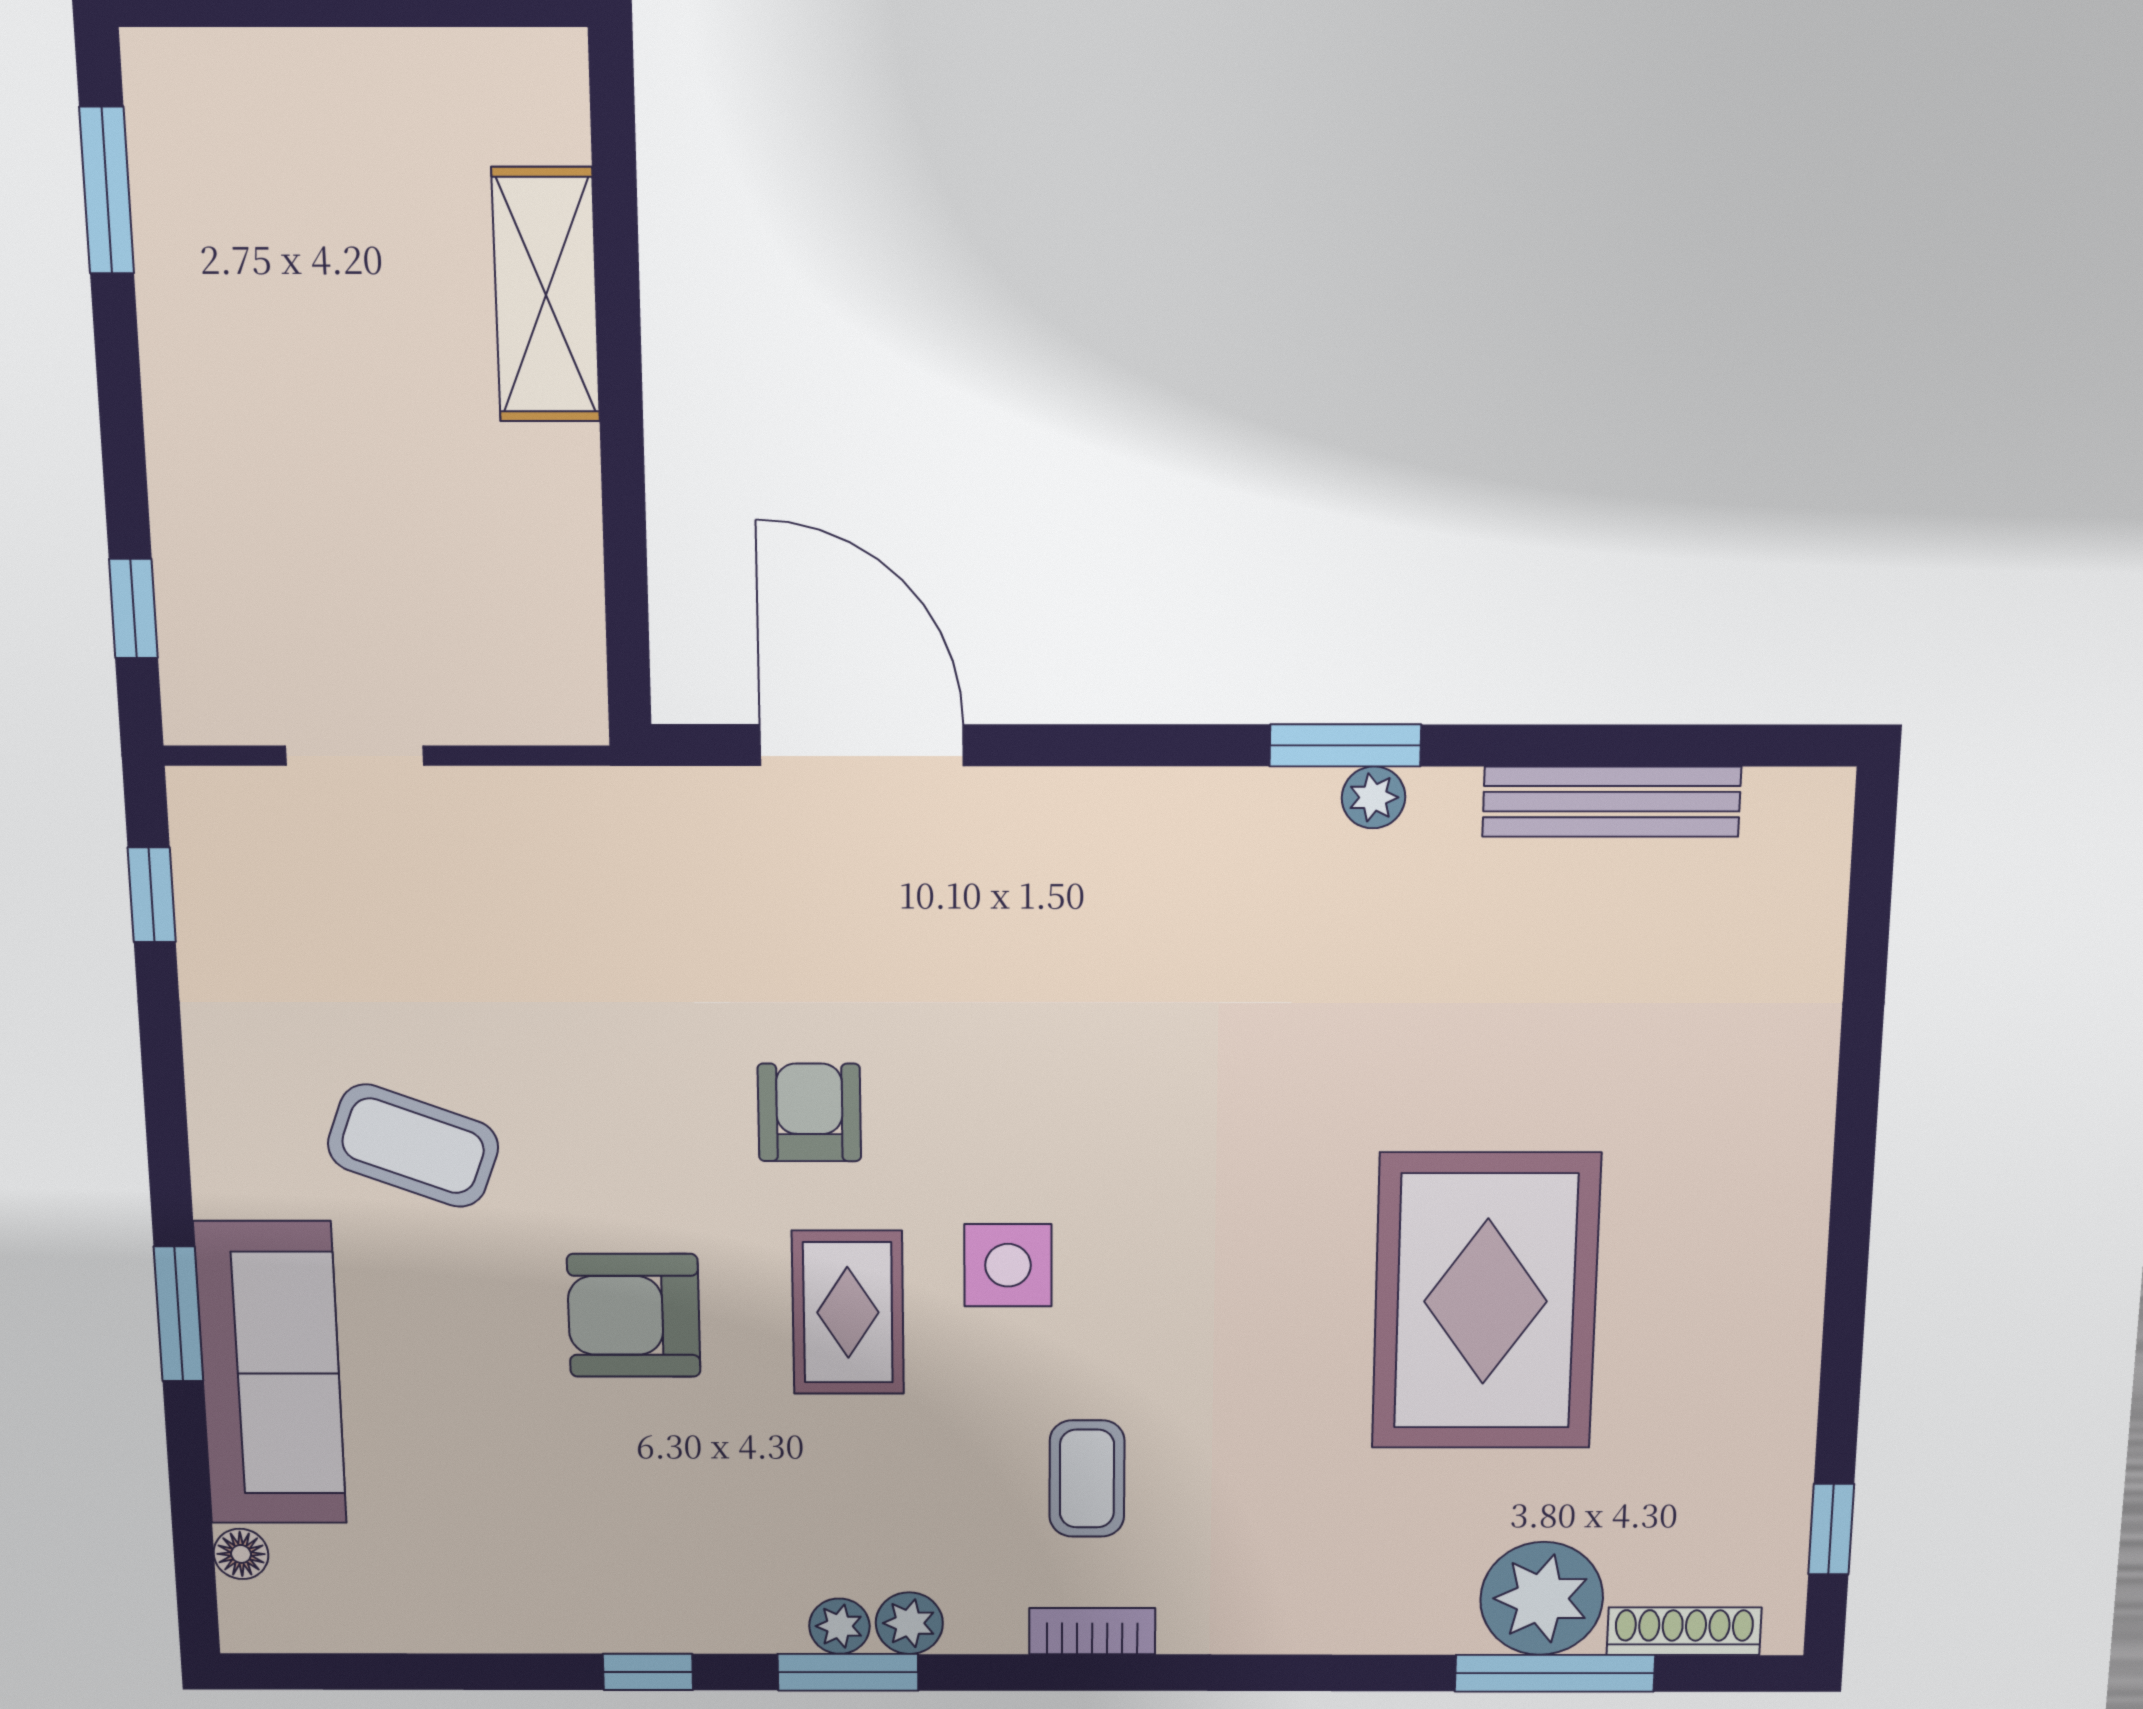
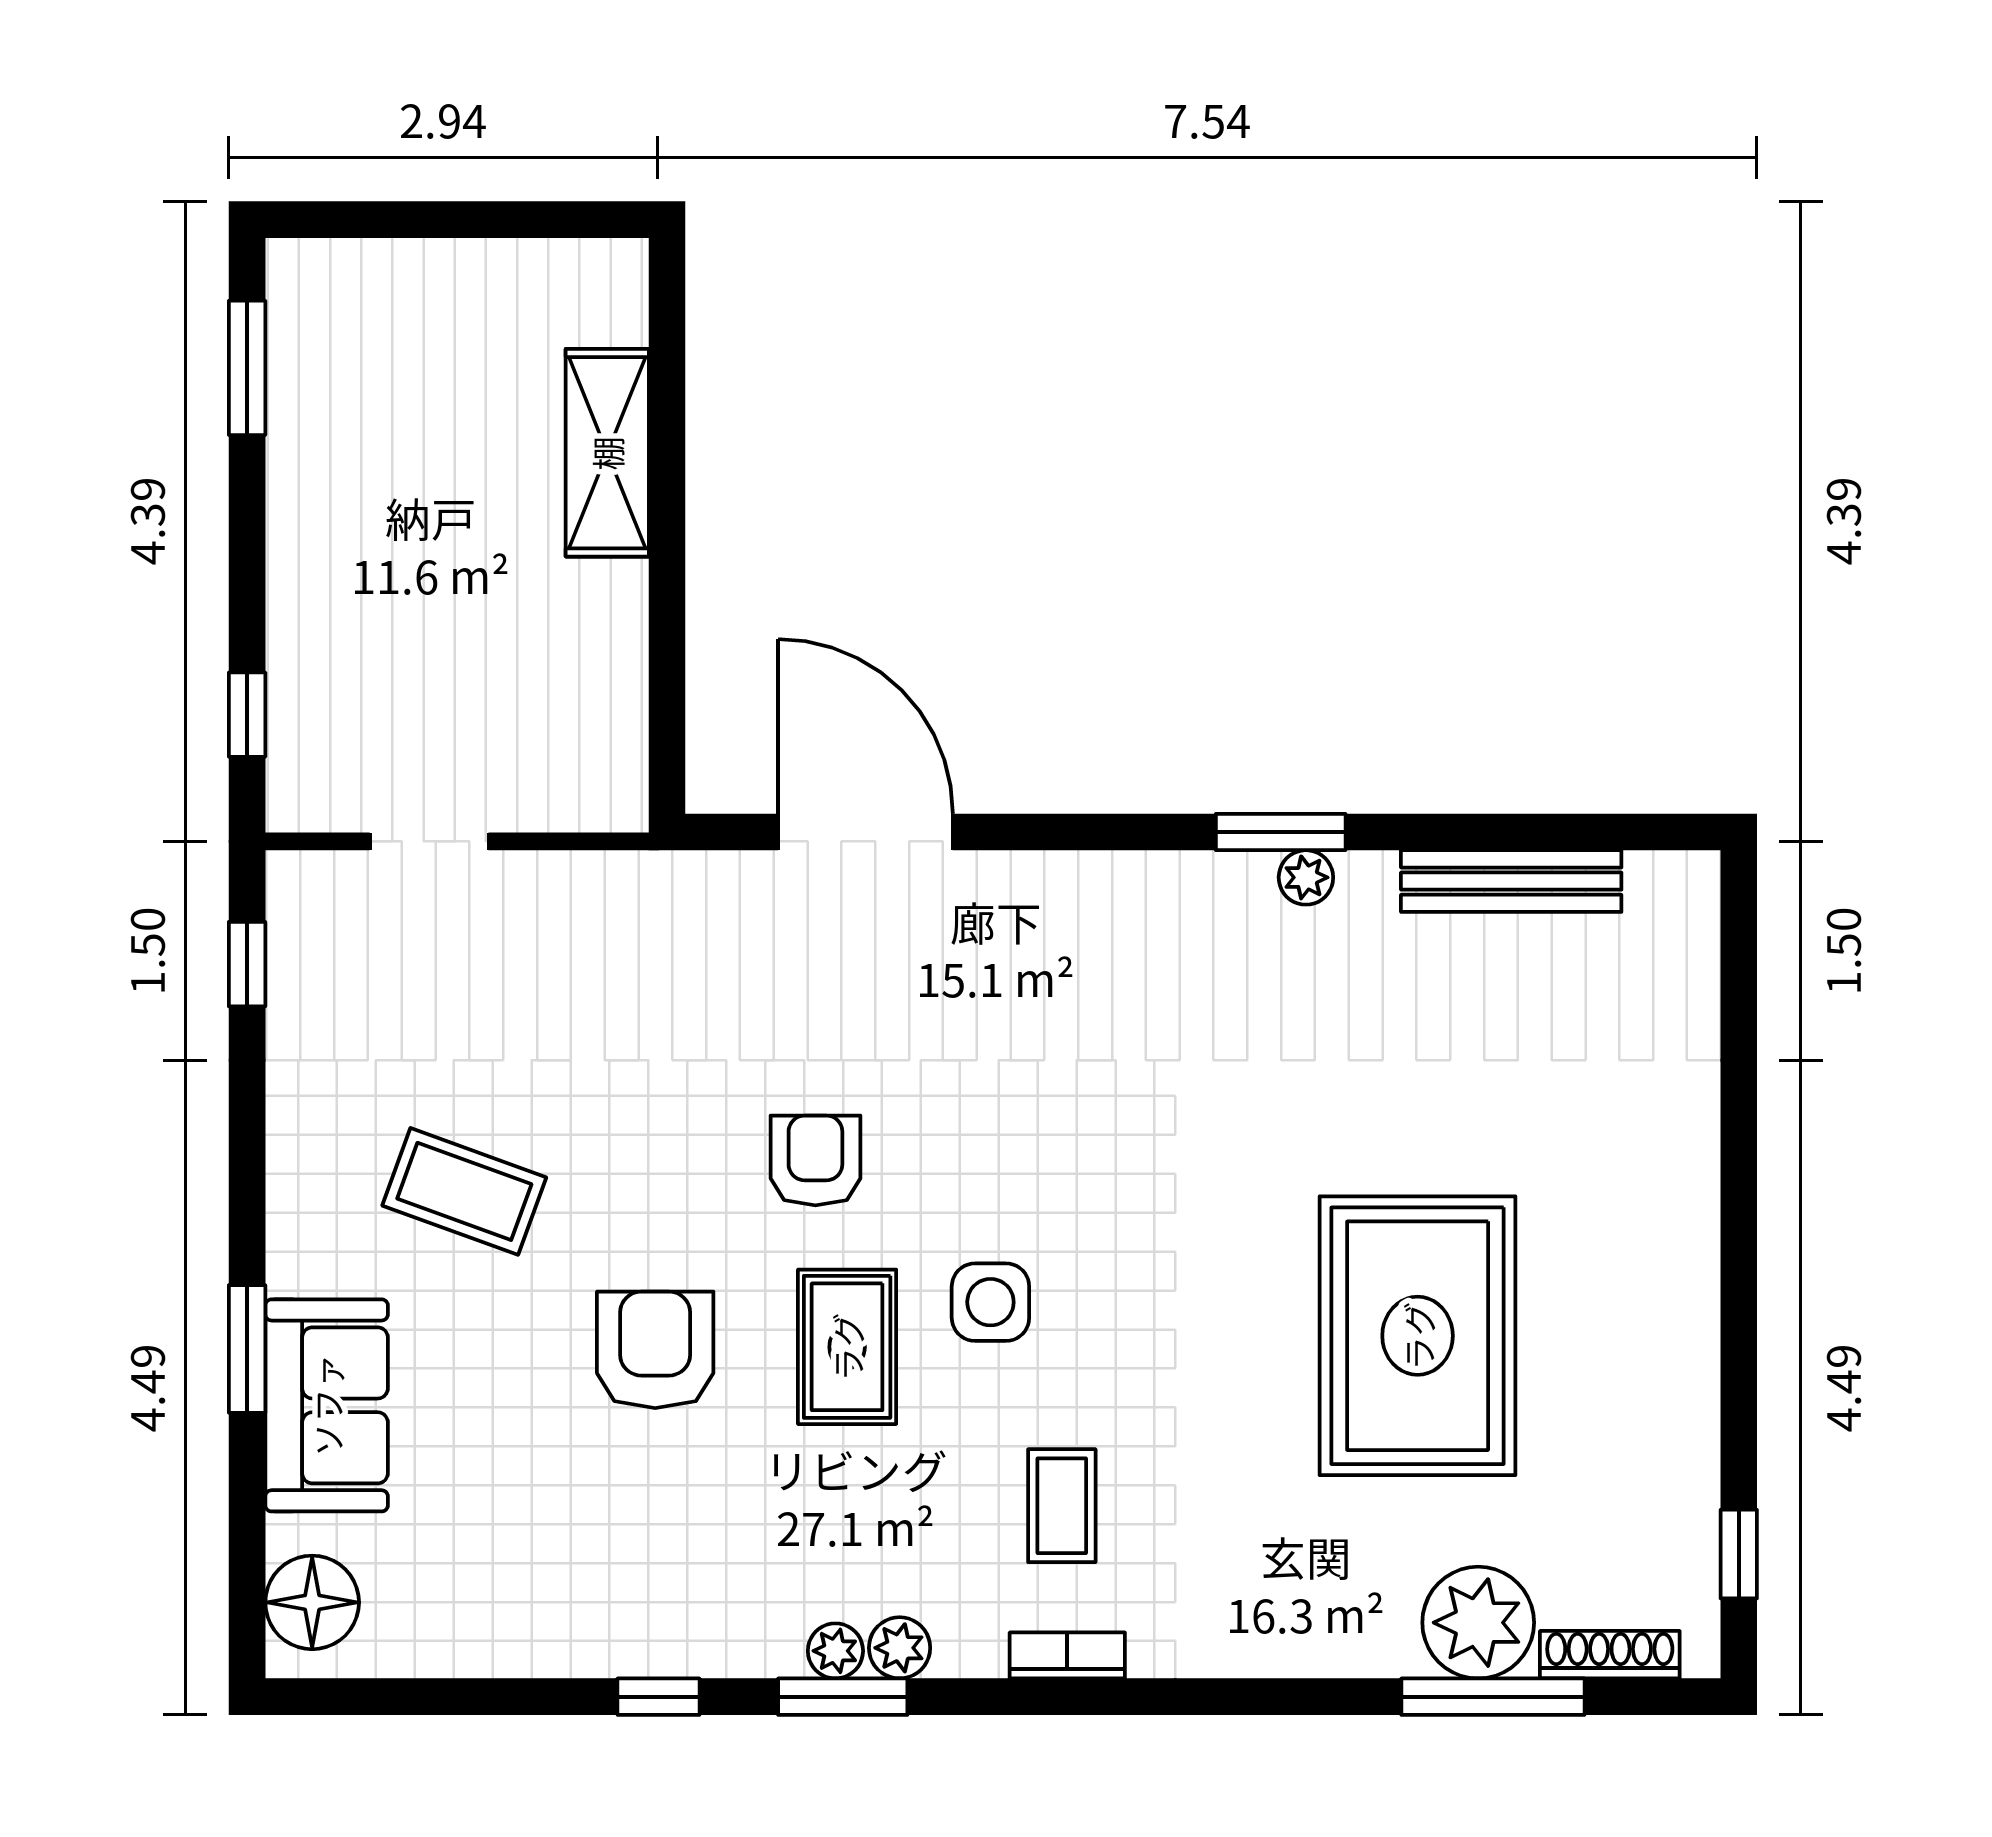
armchair: (634, 1315) -> (655, 1350), turned 90
sofa: (271, 1373) -> (327, 1405), width x0.73
floor lamp: (241, 1554) -> (312, 1602), width x1.89, depth x1.89

